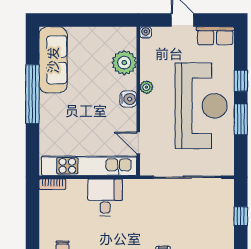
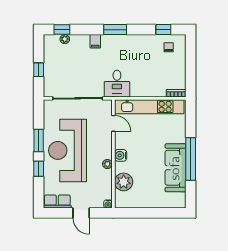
sofa: (53, 60) -> (175, 168), moved
desk: (105, 197) -> (117, 84), moved

